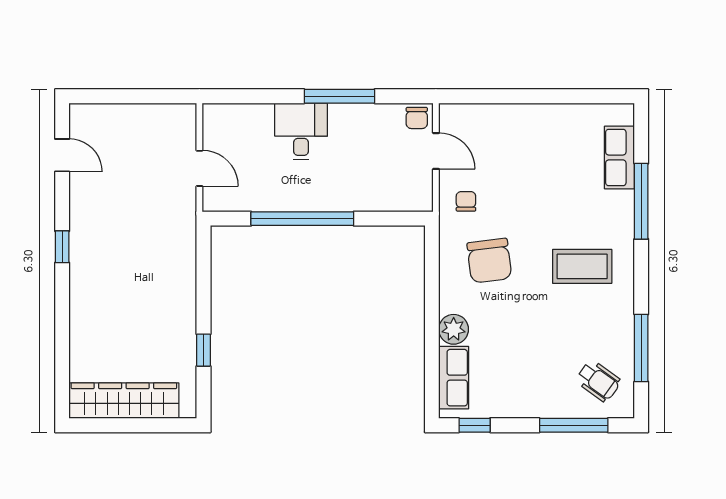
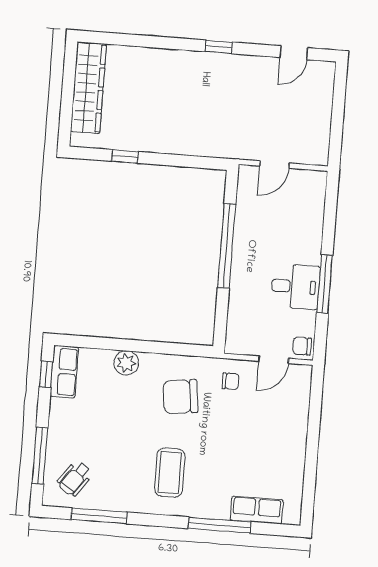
desk: (301, 132) -> (295, 287), moved
row of seats: (454, 378) -> (64, 372), moved, turned -90

